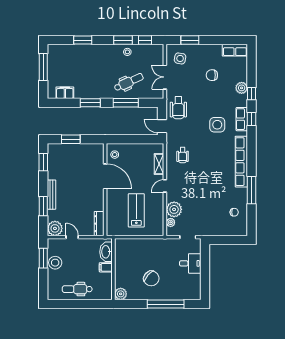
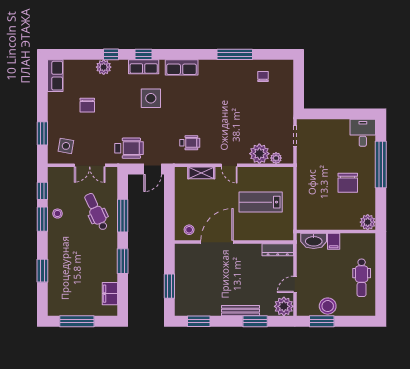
row of seats: (241, 162) -> (182, 67), width x0.50
desk: (190, 263) -> (363, 133), moved
chair: (151, 278) -> (348, 183), turned 140

